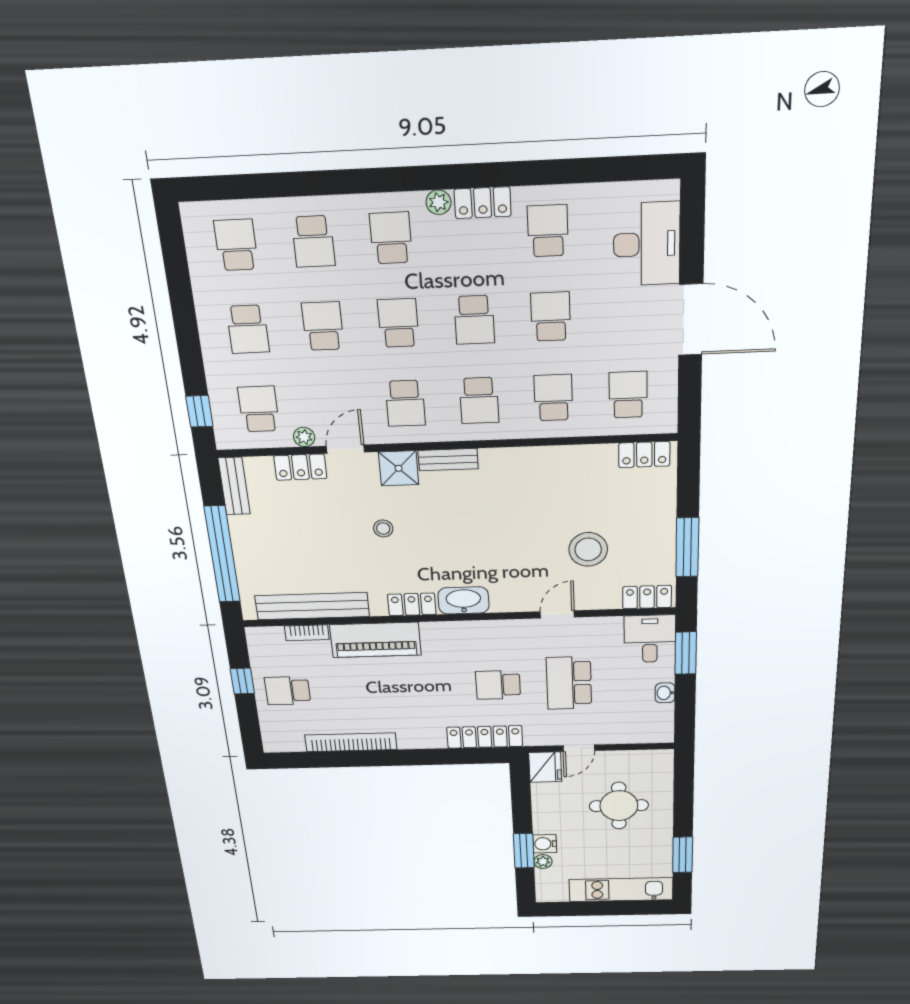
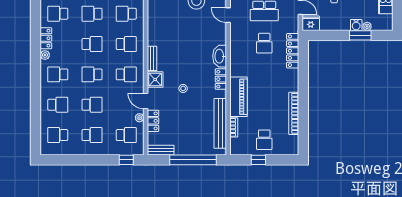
school desk: (323, 326) -> (92, 105), turned 180
school desk: (259, 409) -> (126, 135), turned 180

